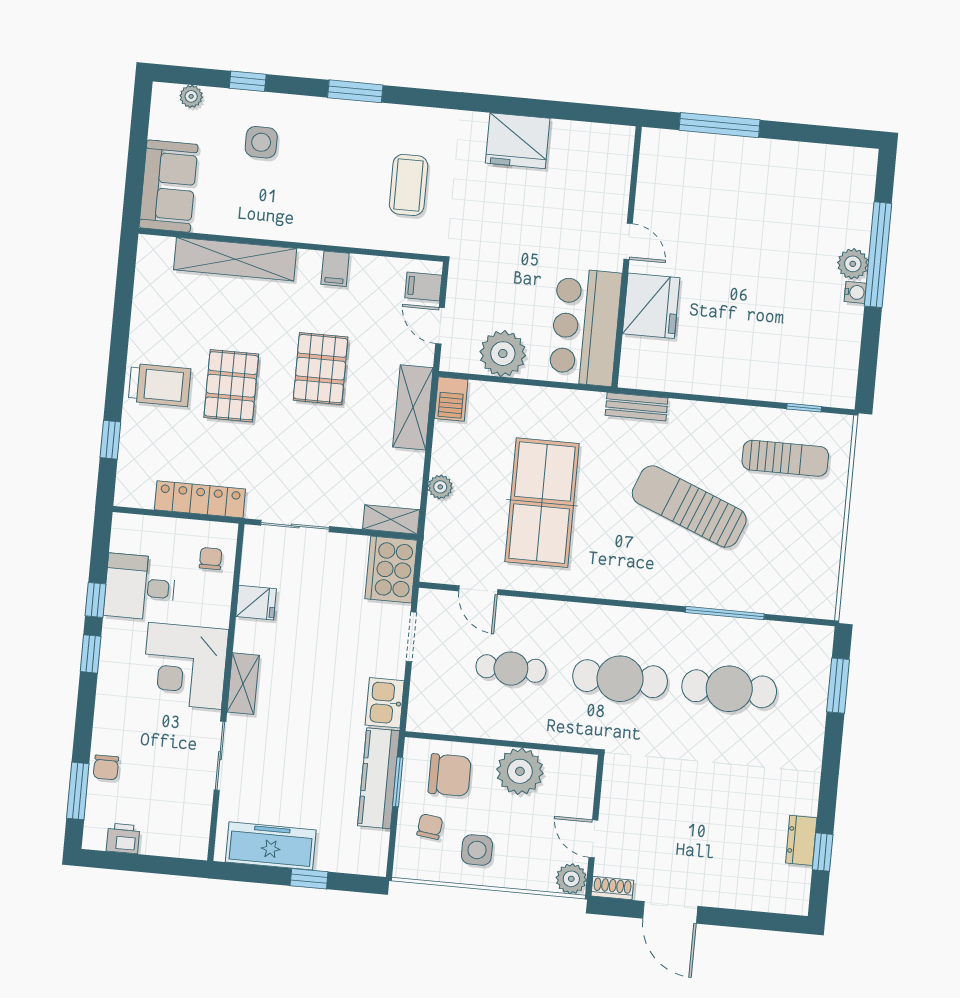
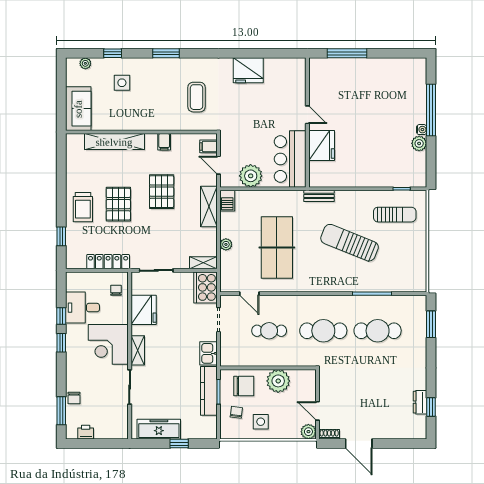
plant: (853, 264) -> (419, 143), moved
trolley: (160, 385) -> (83, 207), turned 90
fridge: (256, 603) -> (144, 310), width x1.88, depth x1.34

